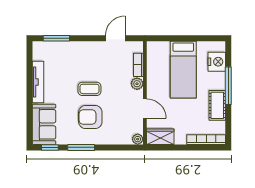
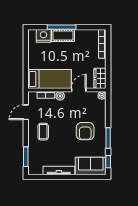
door: (115, 38) -> (26, 112), hinge flipped
bed: (183, 70) -> (49, 79), moved
coffee table: (89, 89) -> (43, 132), moved
cot: (217, 105) -> (63, 35), moved

